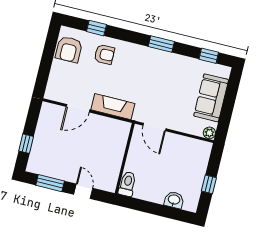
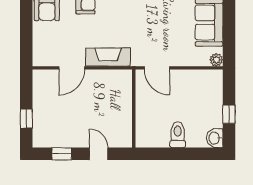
window: (50, 183) -> (62, 154), width x0.67
toilet: (127, 184) -> (178, 135), moved
washbasin: (174, 200) -> (215, 138), moved, turned -90

